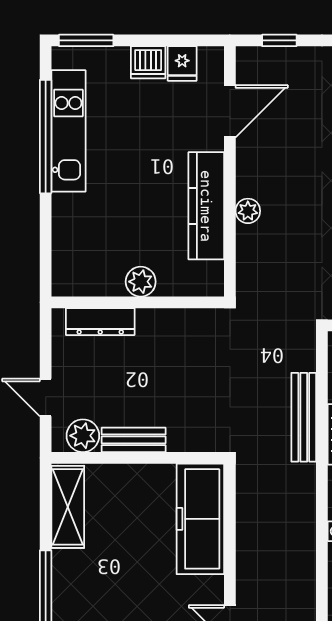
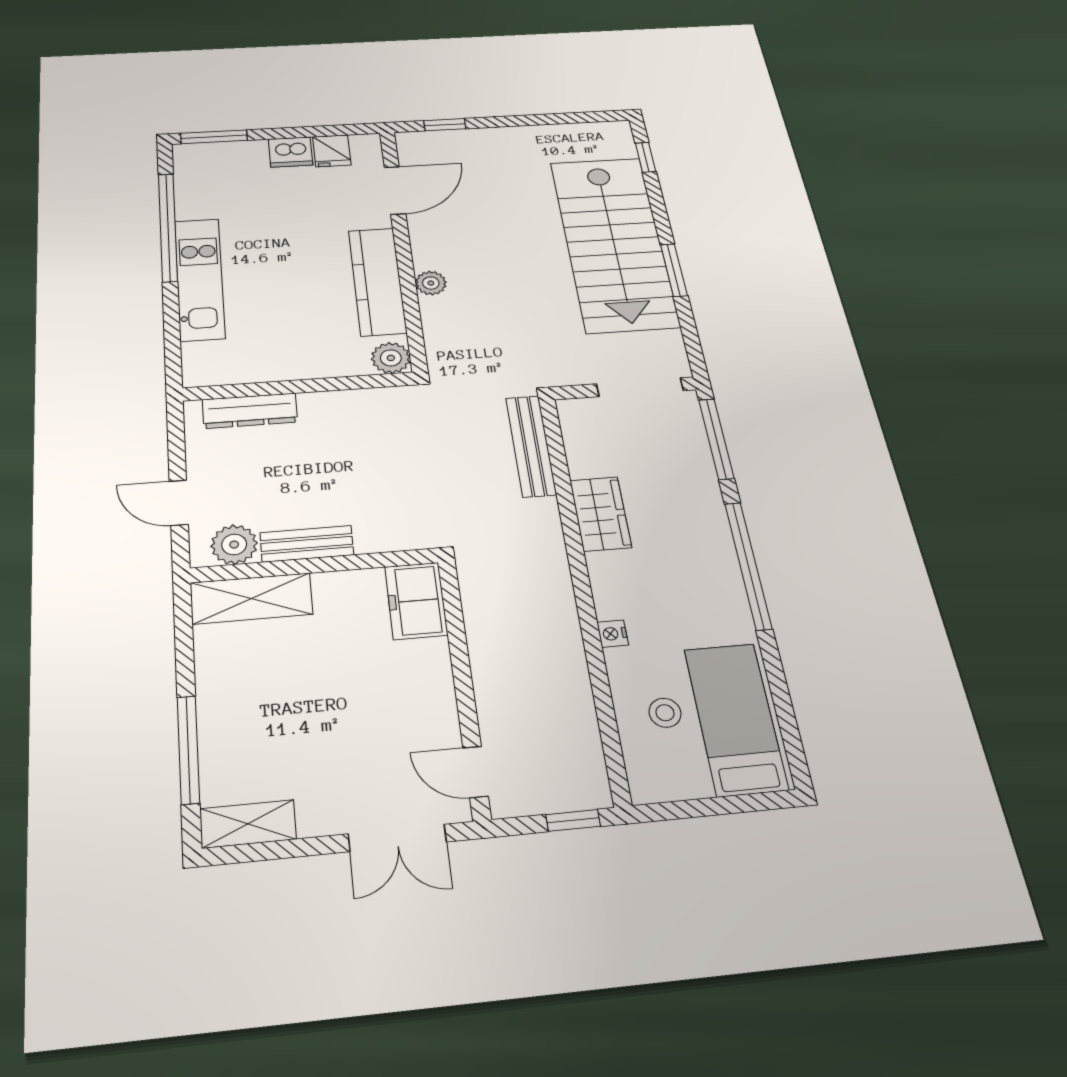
kitchen unit: (68, 131) -> (200, 279), moved
plant: (141, 282) -> (391, 358), moved
bench: (304, 417) -> (531, 446), moved
shelving: (68, 507) -> (251, 598), moved, turned 90
freezer: (200, 519) -> (416, 601), width x0.52, depth x0.79

